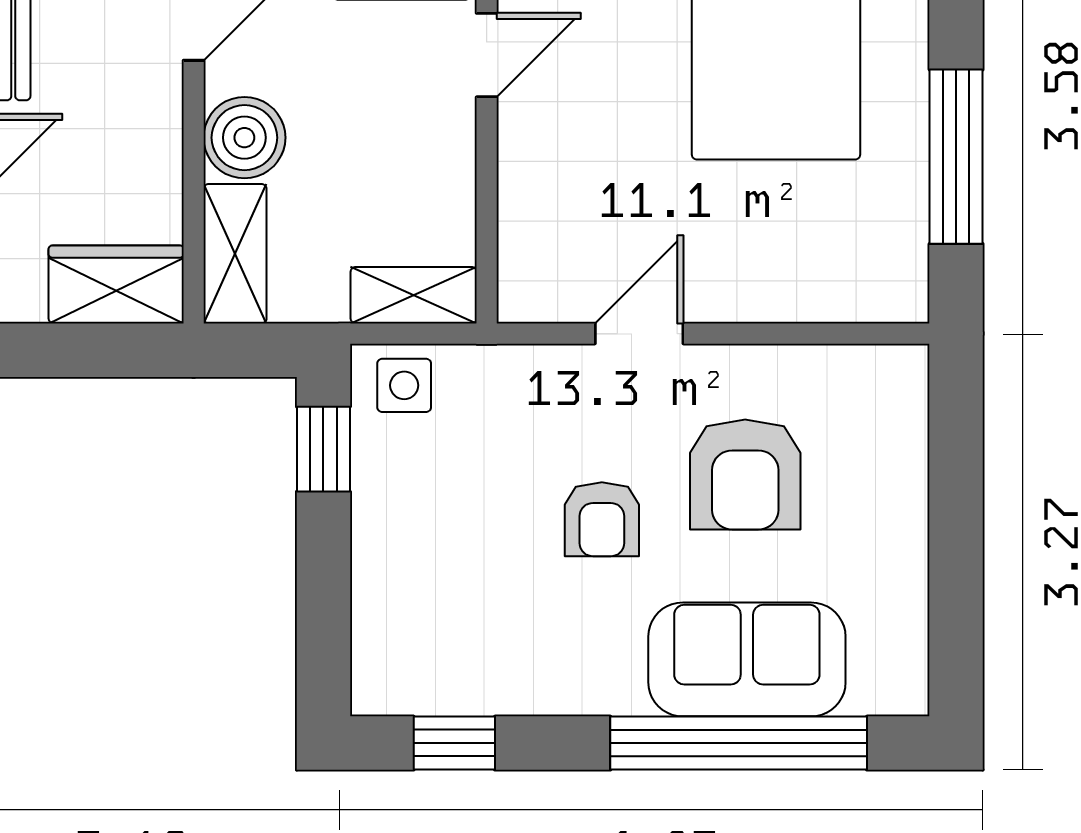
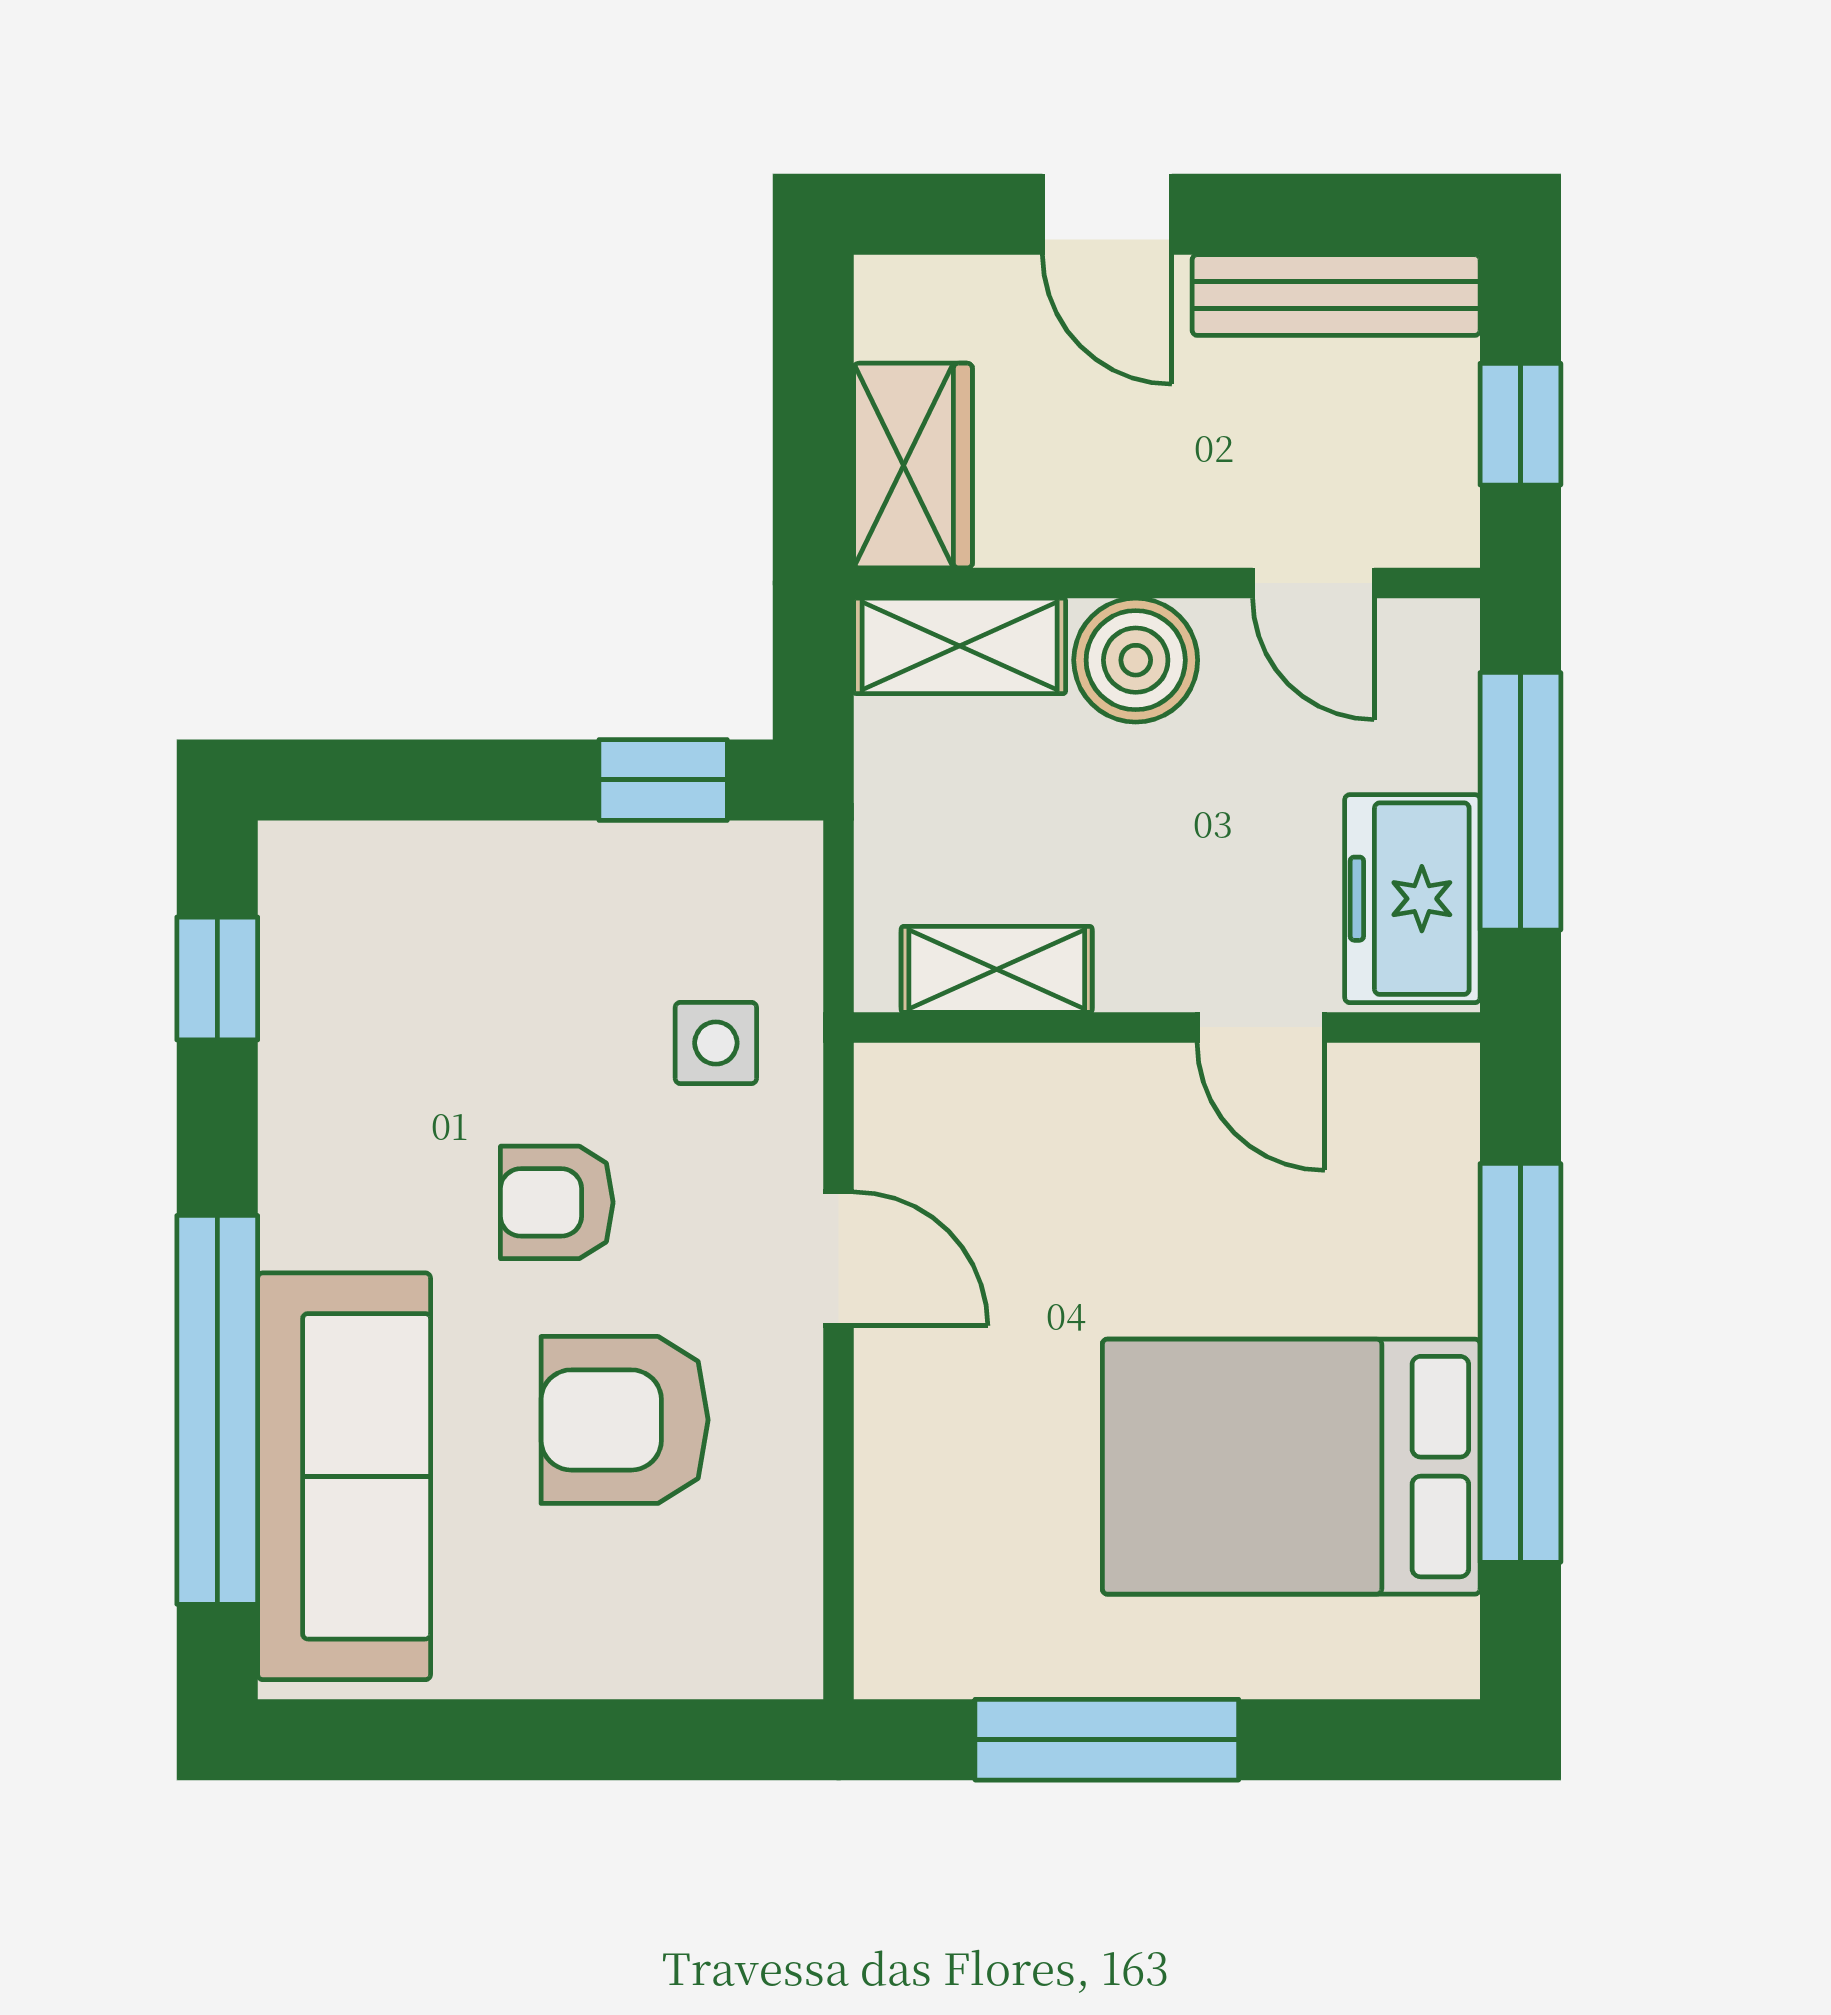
shelving: (414, 295) -> (997, 969), moved, turned 90
side table: (404, 385) -> (716, 1043), moved
sofa: (747, 659) -> (344, 1476), width x1.36

